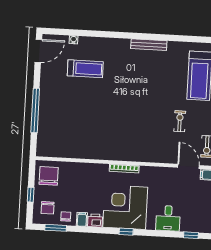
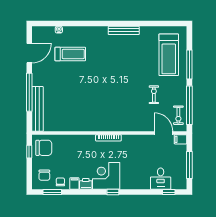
door: (38, 51) -> (29, 53), moved
bench: (44, 130) -> (37, 109), added
chair: (49, 176) -> (44, 148), turned 90
window: (31, 195) -> (29, 152), moved
corner desk: (125, 207) -> (106, 176), width x0.74, depth x0.74
desk: (168, 218) -> (161, 179), moved

